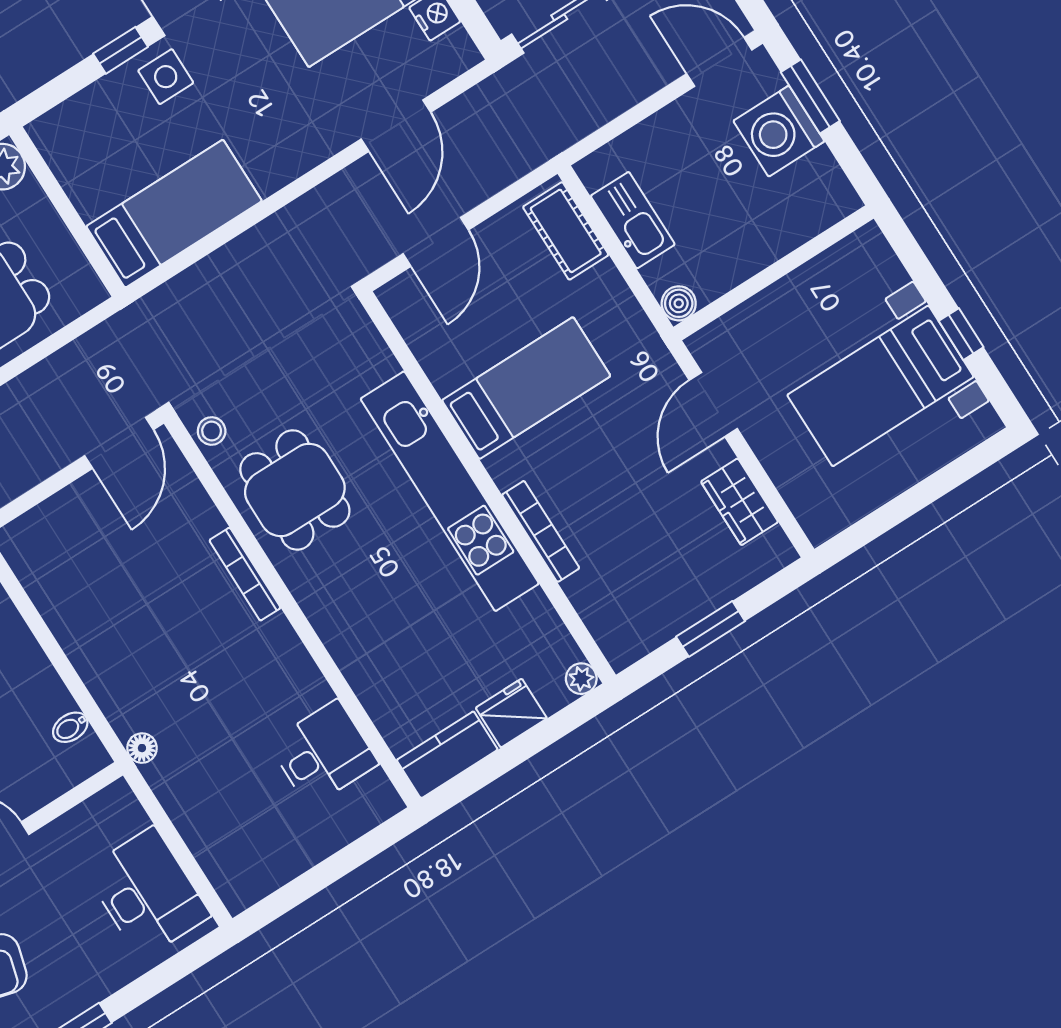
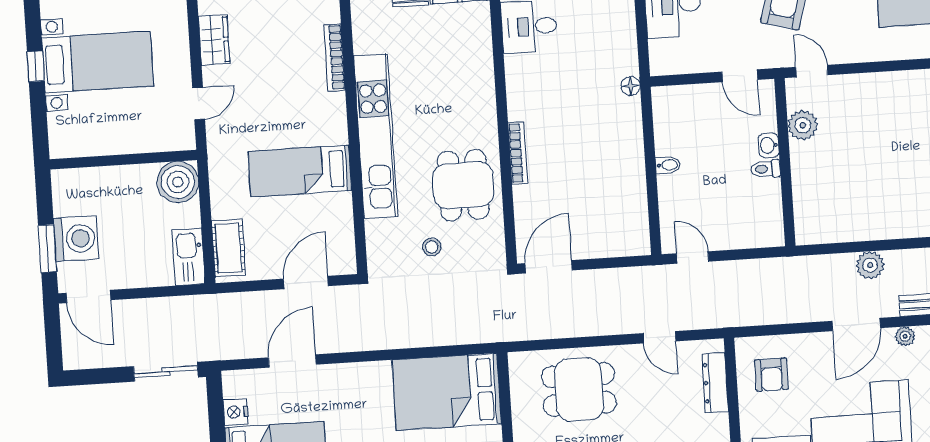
bed: (174, 214) -> (447, 392), width x1.50
kitchen sink: (633, 220) -> (189, 257), moved
boiler: (679, 303) -> (178, 182), width x1.86, depth x1.86
door: (713, 404) -> (199, 104), width x0.73
stool: (212, 431) -> (432, 247), moved
bookcase: (541, 531) -> (335, 57), moved
bidet: (70, 727) -> (668, 165), moved

